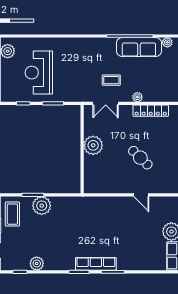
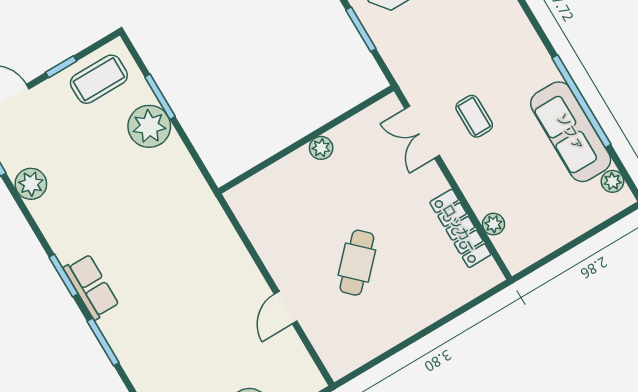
plant: (137, 97) -> (494, 224), moved
plant: (93, 145) -> (321, 148), width x0.53, depth x0.53
row of seats: (96, 264) -> (91, 287), width x0.68

